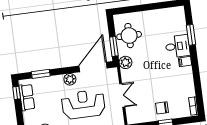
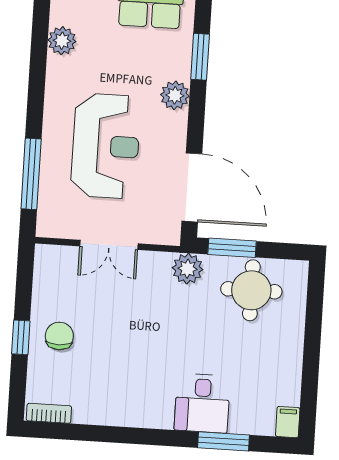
filing cabinet: (185, 62) -> (288, 422), moved
plant: (70, 79) -> (175, 95), moved

